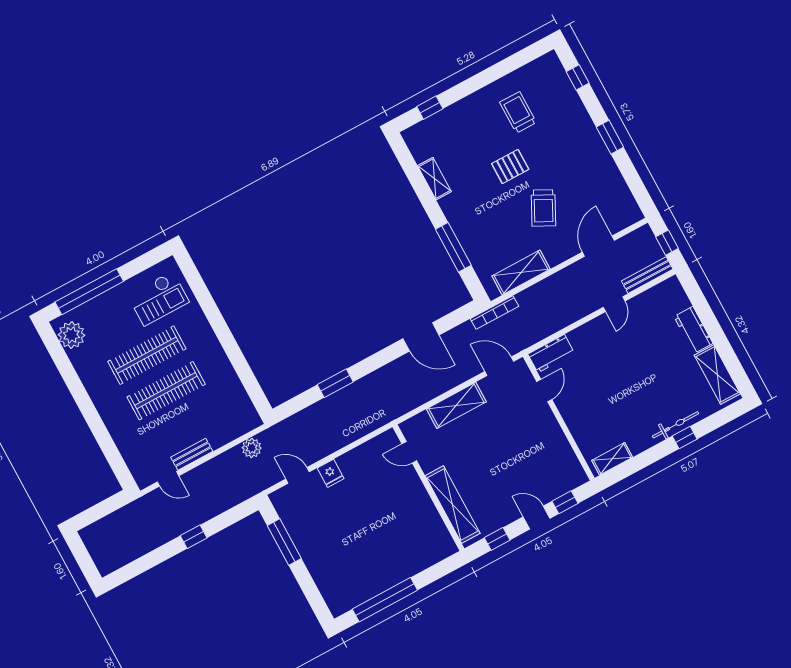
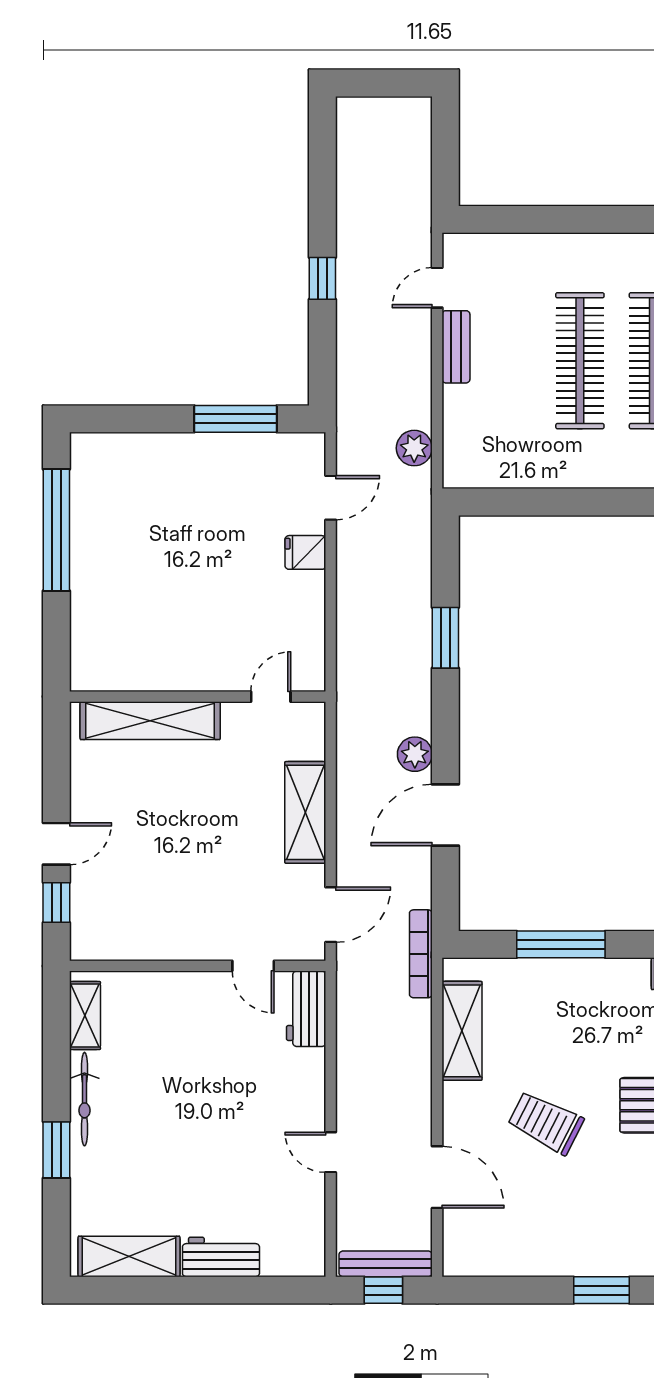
bench: (647, 275) -> (386, 1264), moved, turned 90
plant: (400, 368) -> (415, 754), added
bicycle: (675, 425) -> (84, 1099), moved
window: (685, 438) -> (56, 1150), width x1.50
window: (497, 539) -> (56, 762), removed

